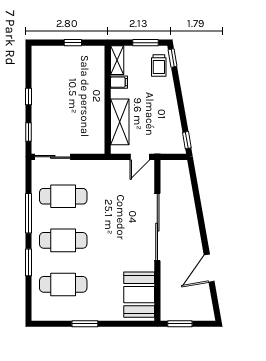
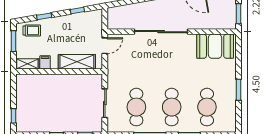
window: (73, 43) -> (13, 116), moved
window: (173, 58) -> (44, 16), moved
window: (187, 140) -> (77, 11), moved
sliding door: (53, 157) -> (105, 103), moved
door: (140, 157) -> (105, 46), hinge flipped

